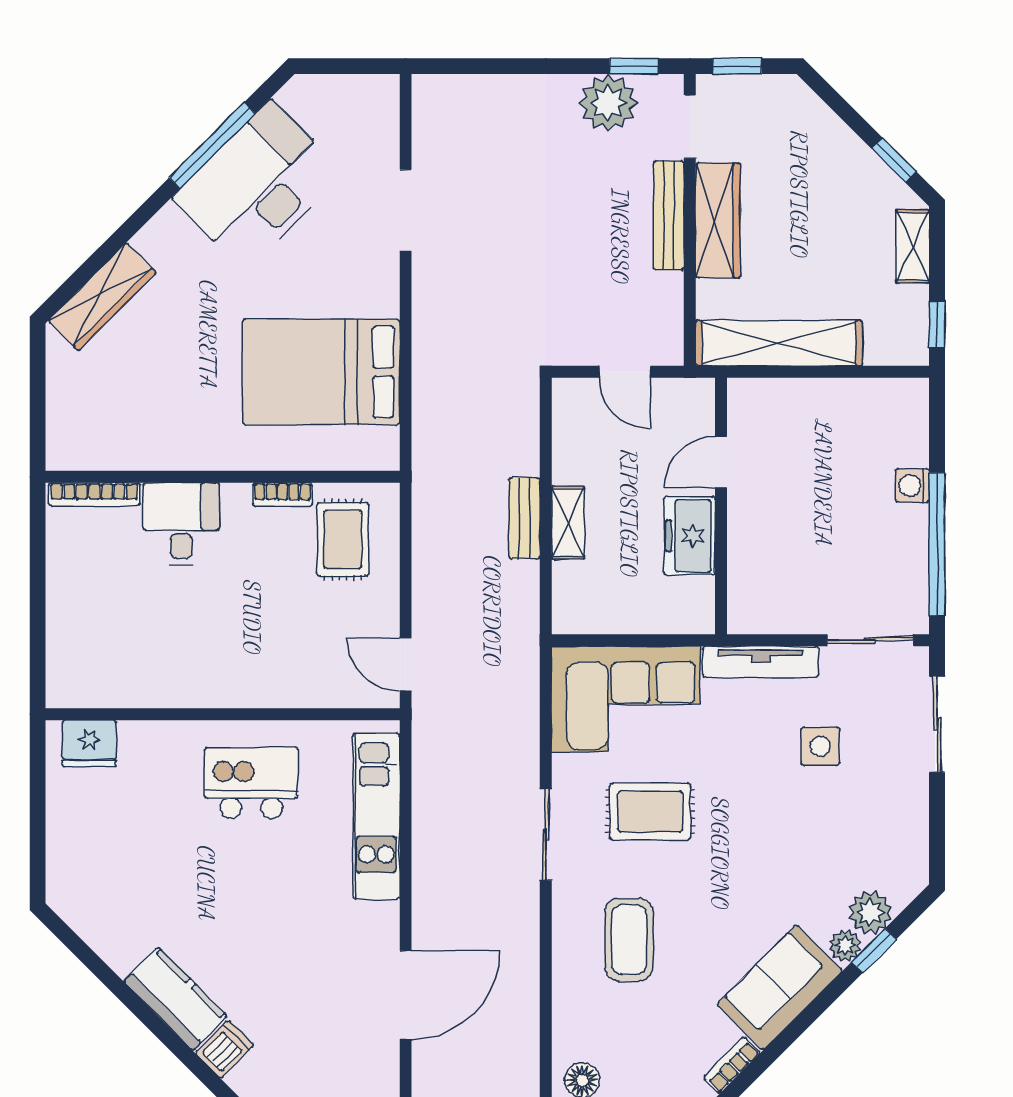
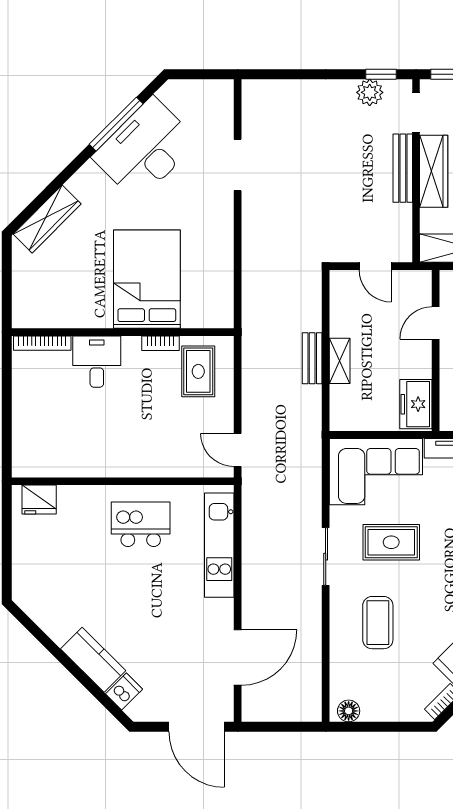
plant: (608, 103) -> (370, 92), width x0.73, depth x0.73
bed: (321, 372) -> (147, 279), moved, turned 90
freezer: (690, 536) -> (416, 404), moved

